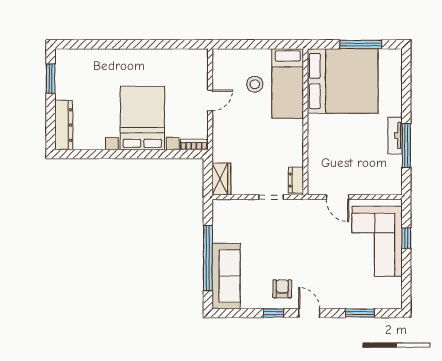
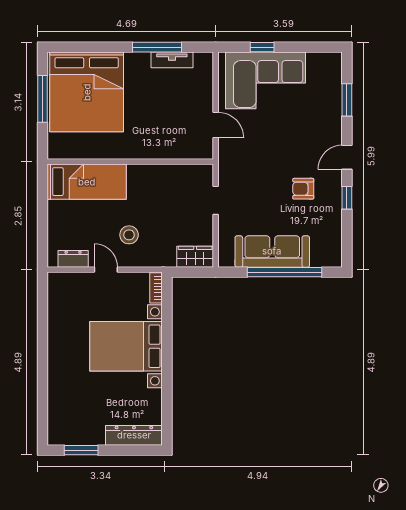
bed: (343, 81) -> (87, 92), moved, turned 180
stool: (255, 84) -> (129, 235), moved
tv unit: (395, 136) -> (172, 60), moved
dresser: (296, 180) -> (73, 259), moved, turned 180
door: (338, 197) -> (216, 125), hinge flipped
sofa: (226, 276) -> (272, 251), moved
armchair: (282, 289) -> (303, 189), moved

